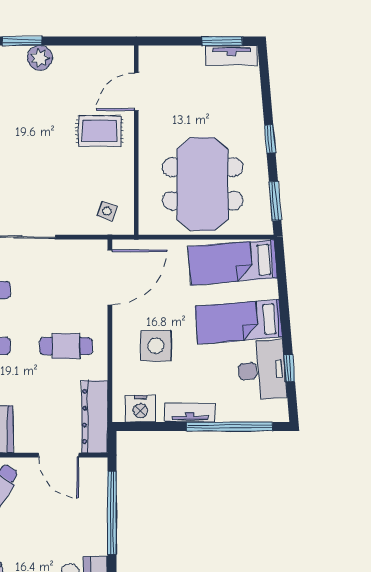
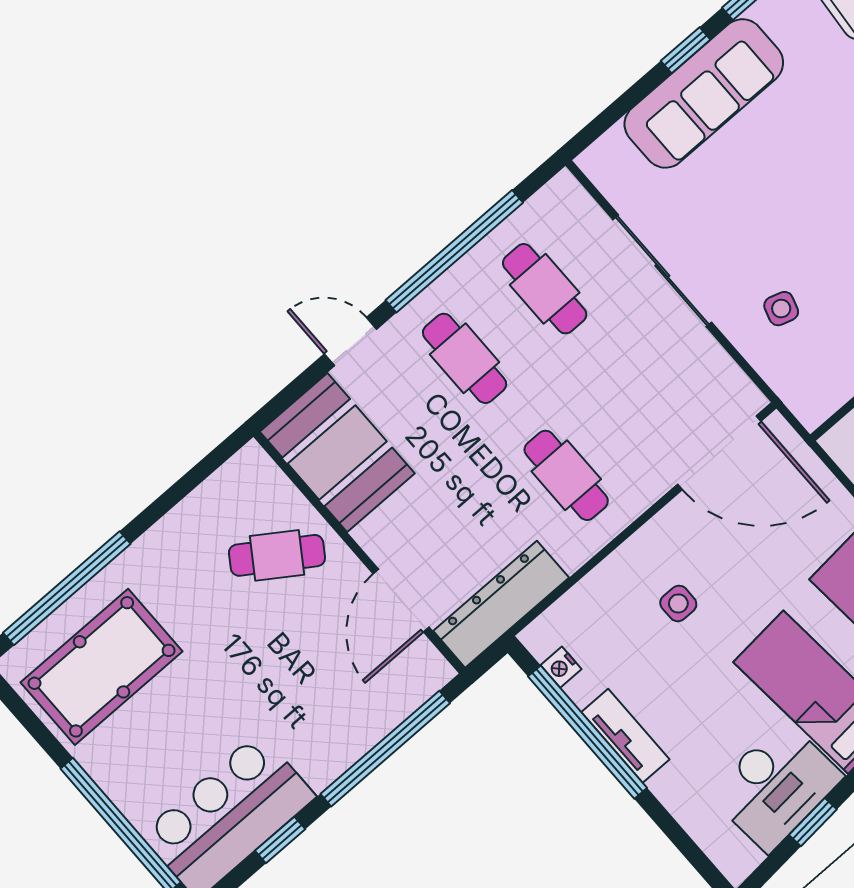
side table: (107, 211) -> (781, 309), moved
side table: (156, 346) -> (678, 603), width x0.54, depth x0.54
nightstand: (140, 409) -> (561, 667), width x0.53, depth x0.56
window: (230, 426) -> (587, 732), moved

